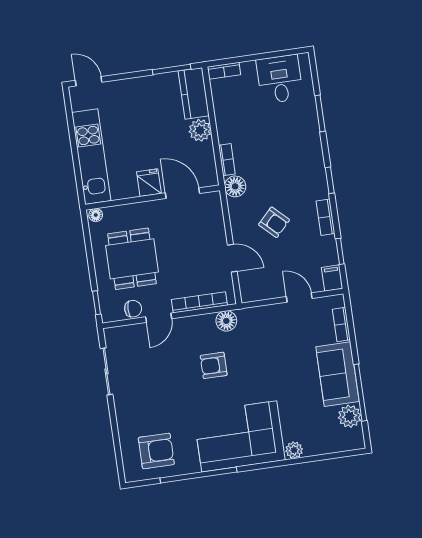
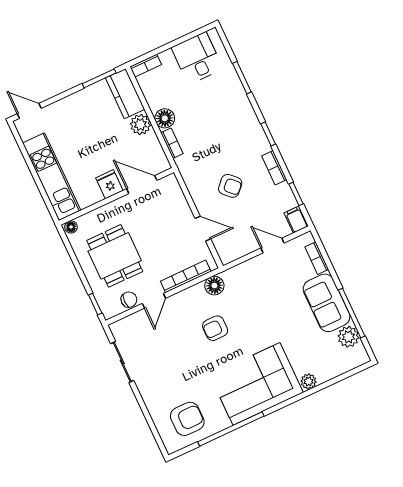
floor lamp: (235, 186) -> (165, 118), moved

